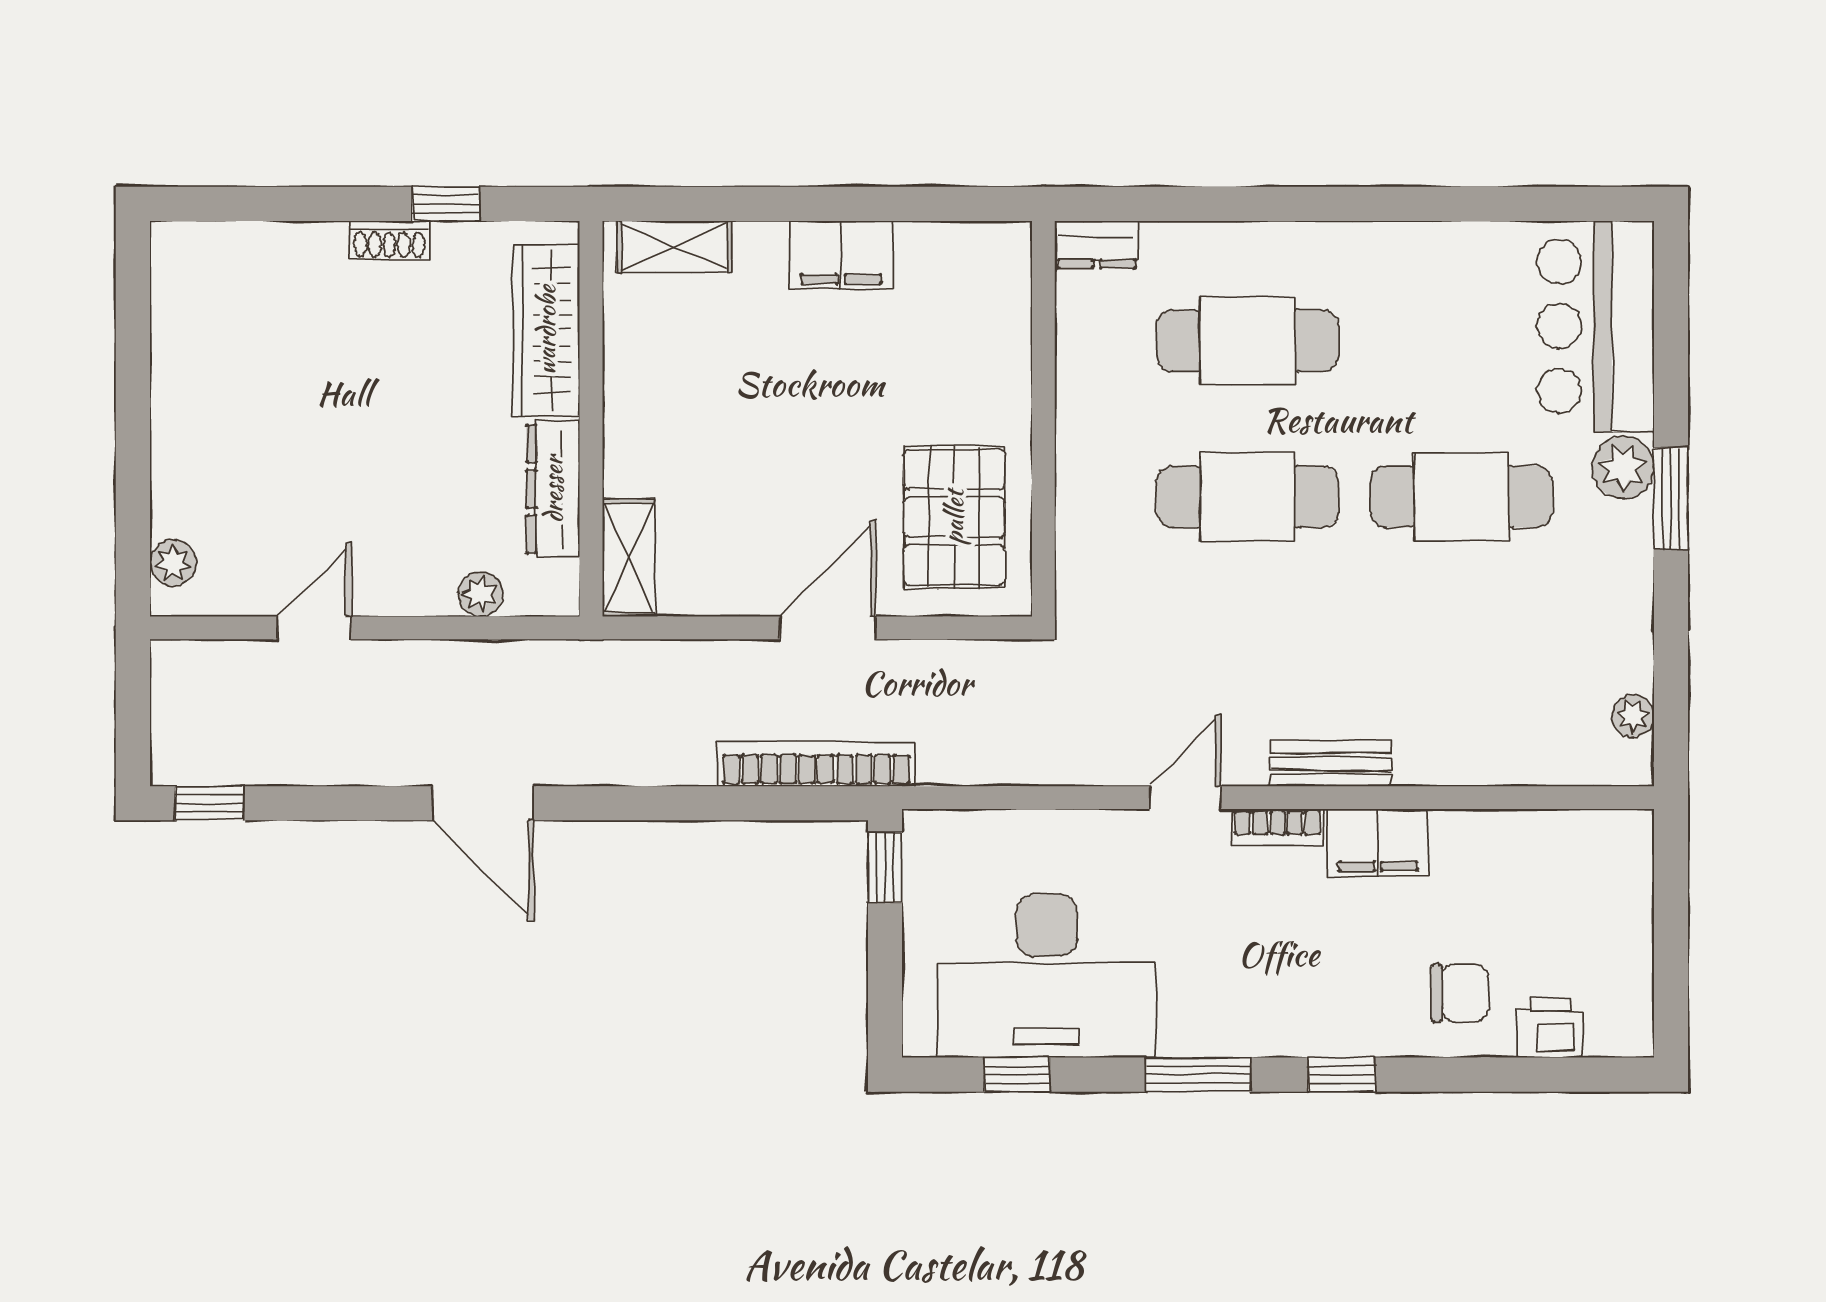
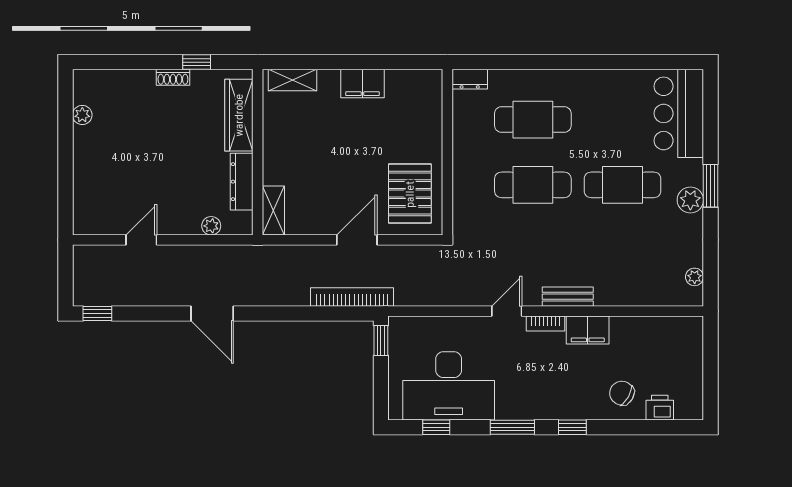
plant: (1623, 467) -> (690, 200), moved
plant: (173, 563) -> (82, 115), moved
chair: (1460, 993) -> (622, 393), turned -150

